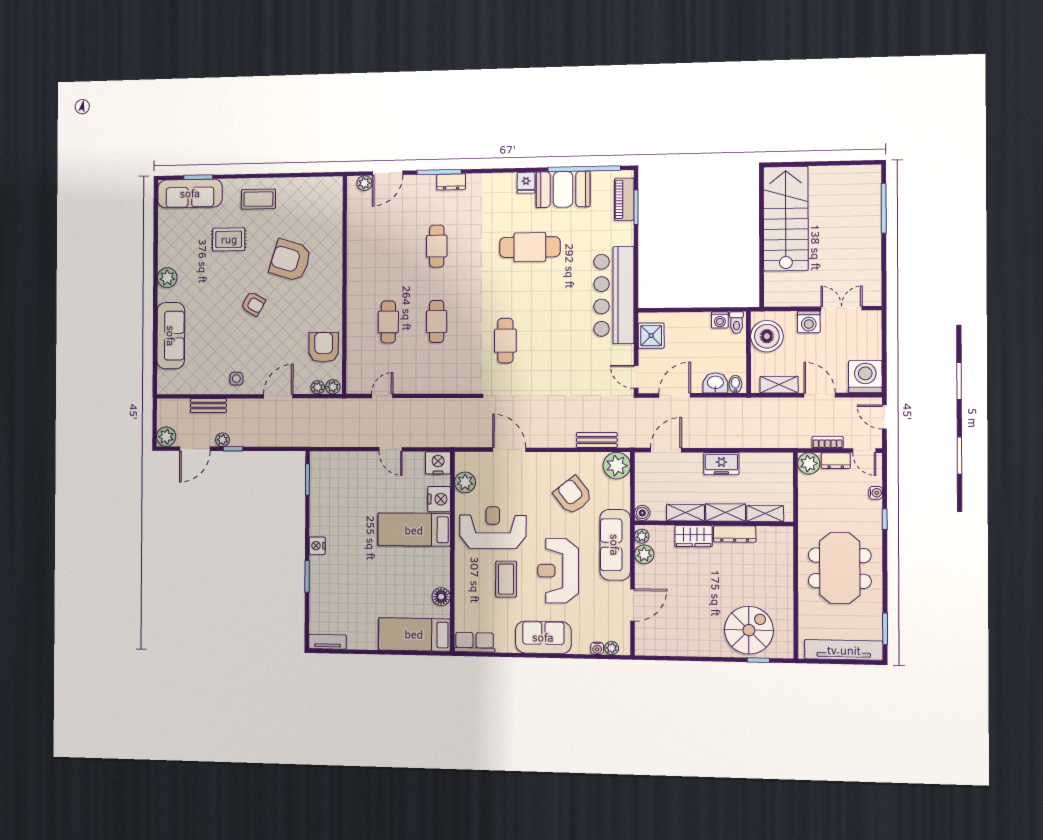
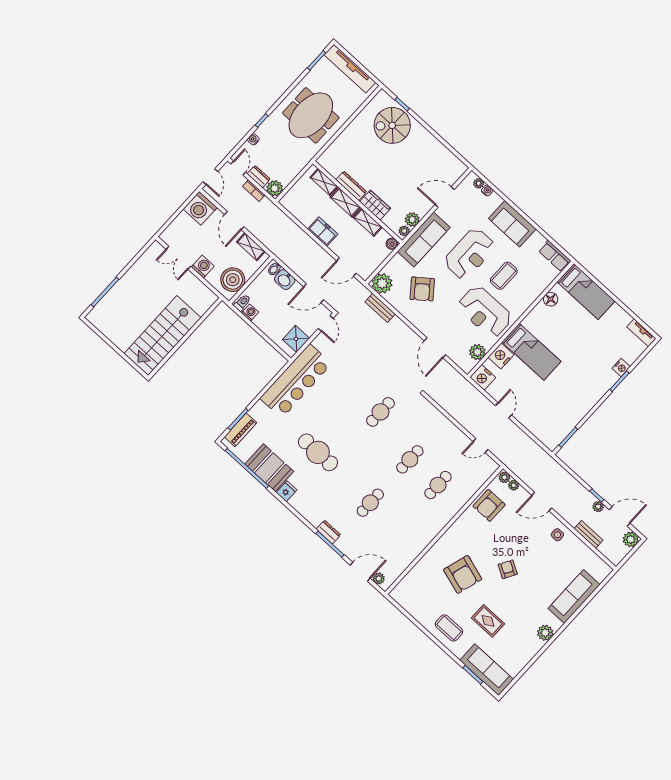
nightstand: (317, 546) -> (621, 368), moved

